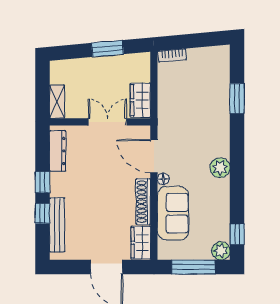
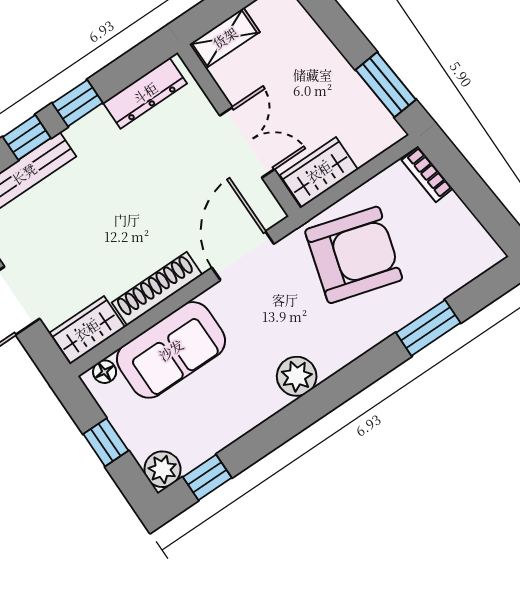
window: (108, 49) -> (386, 85), moved
armchair: (185, 109) -> (354, 255), added
floor lamp: (163, 179) -> (105, 372), moved
window: (193, 267) -> (106, 442), width x0.46

